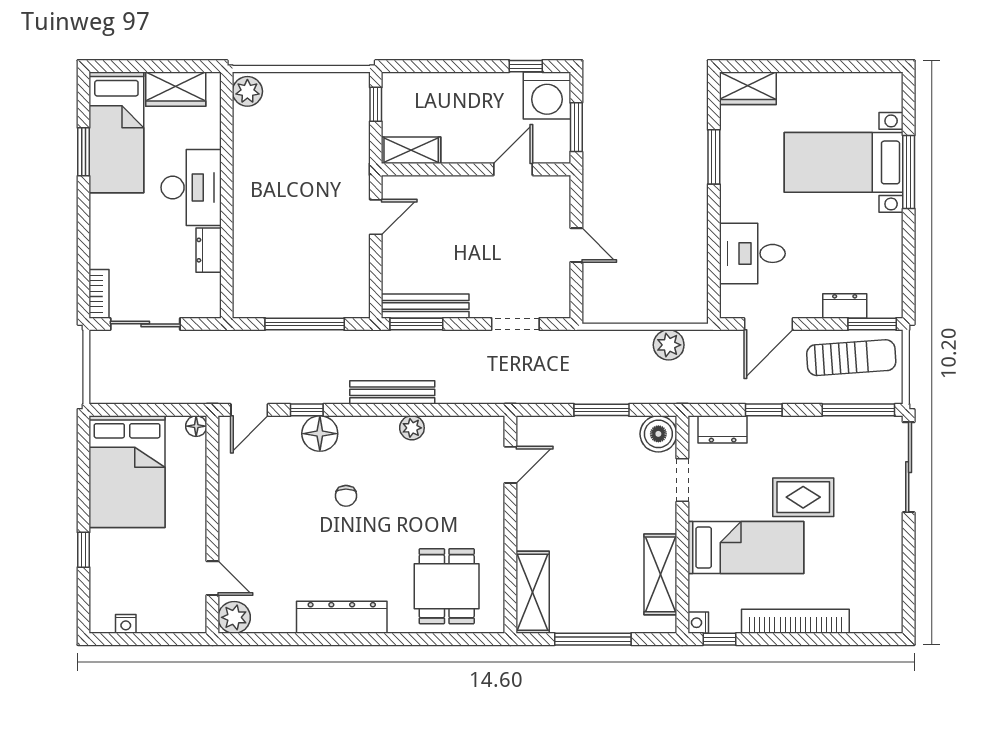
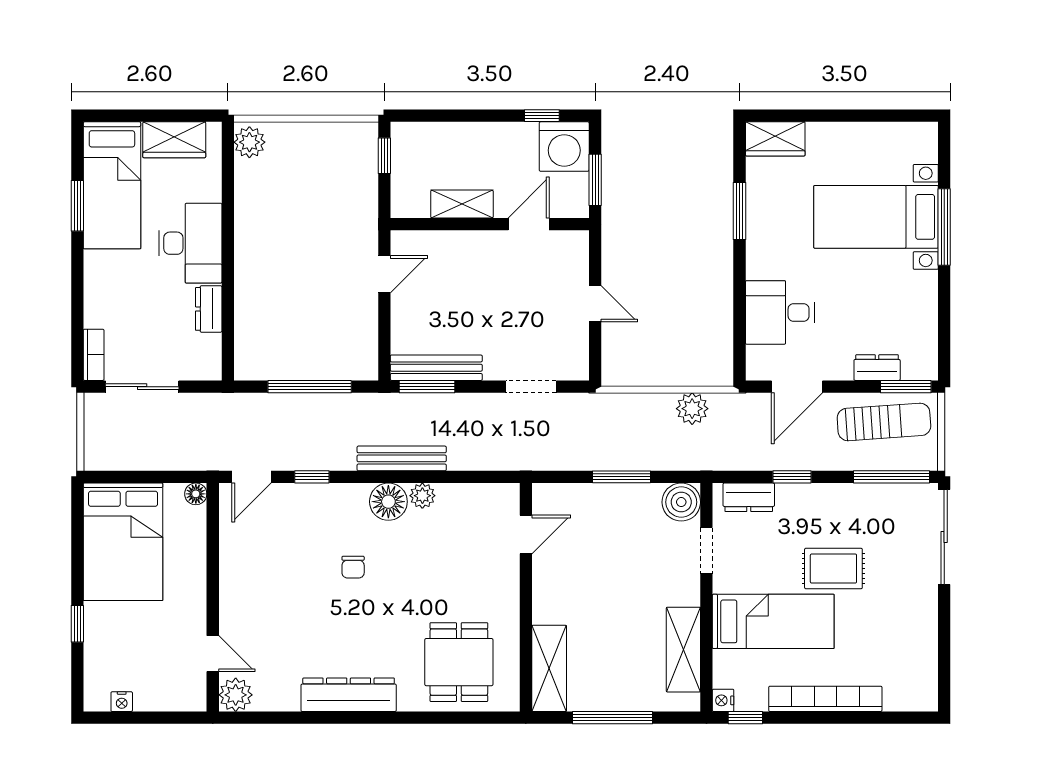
shelving: (411, 150) -> (462, 204), moved
floor lamp: (320, 434) -> (388, 502), moved

